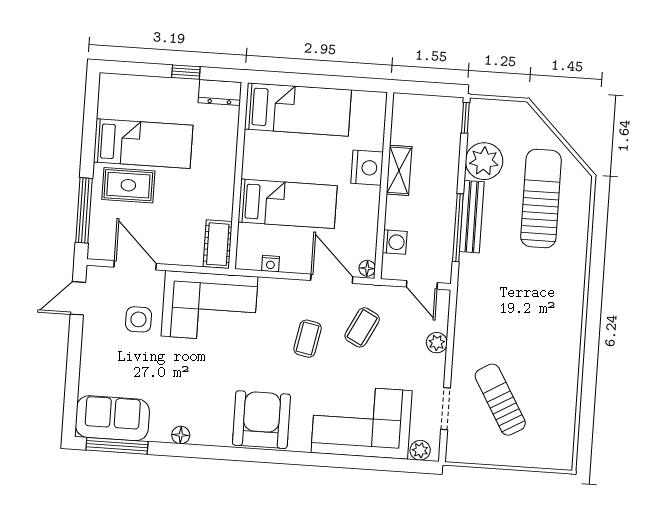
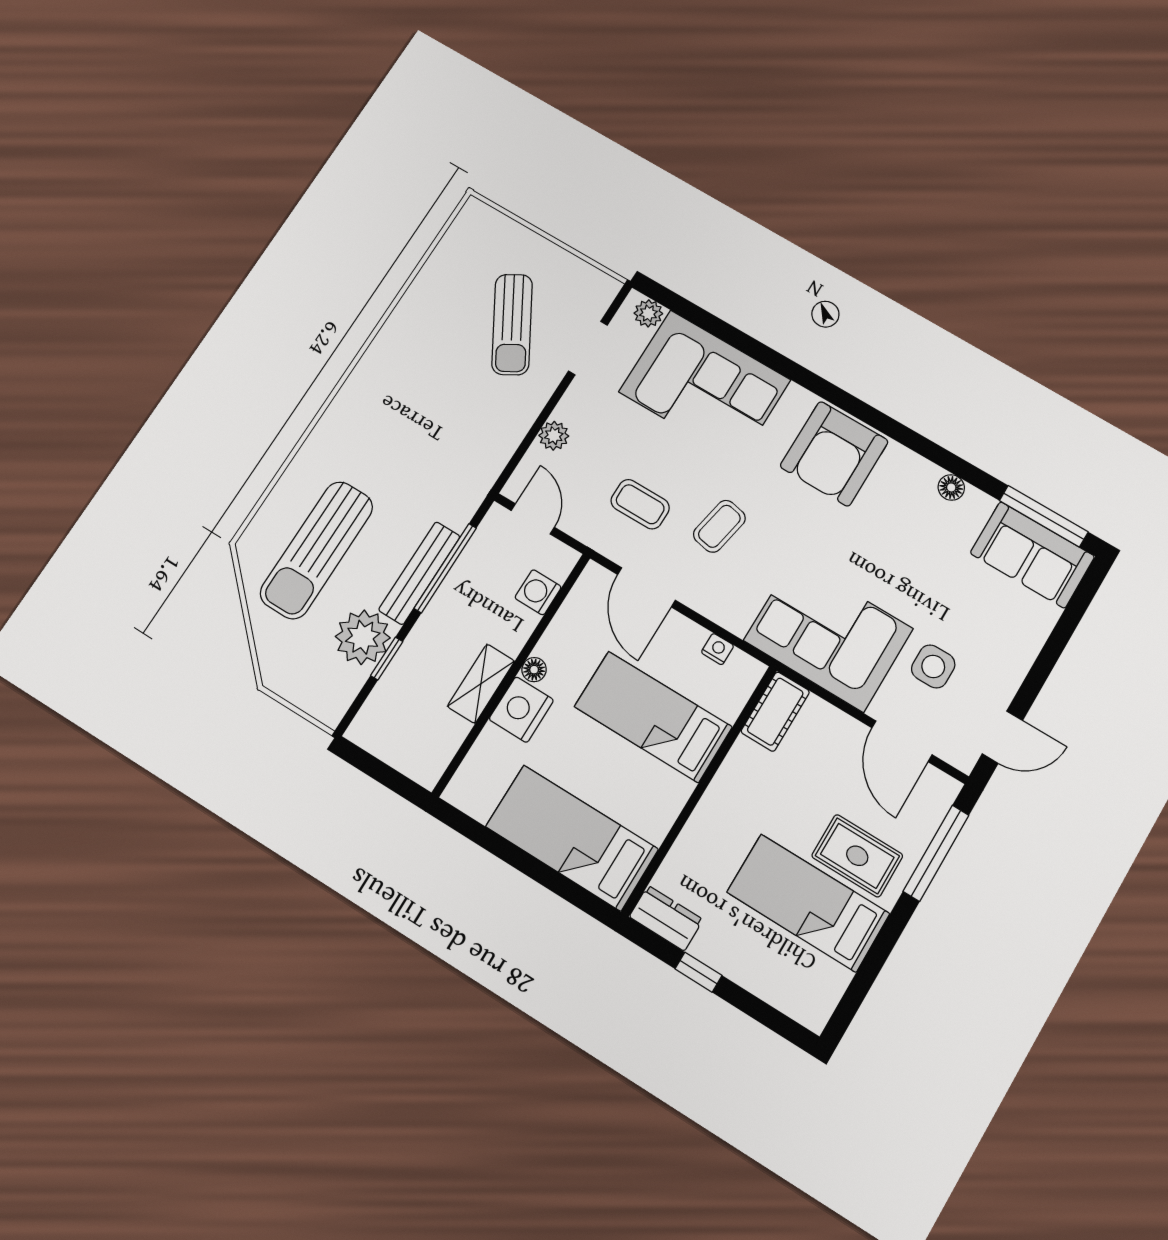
window: (465, 118) -> (387, 659), moved
floor lamp: (367, 268) -> (534, 670), moved
coffee table: (362, 327) -> (640, 504), turned 63

